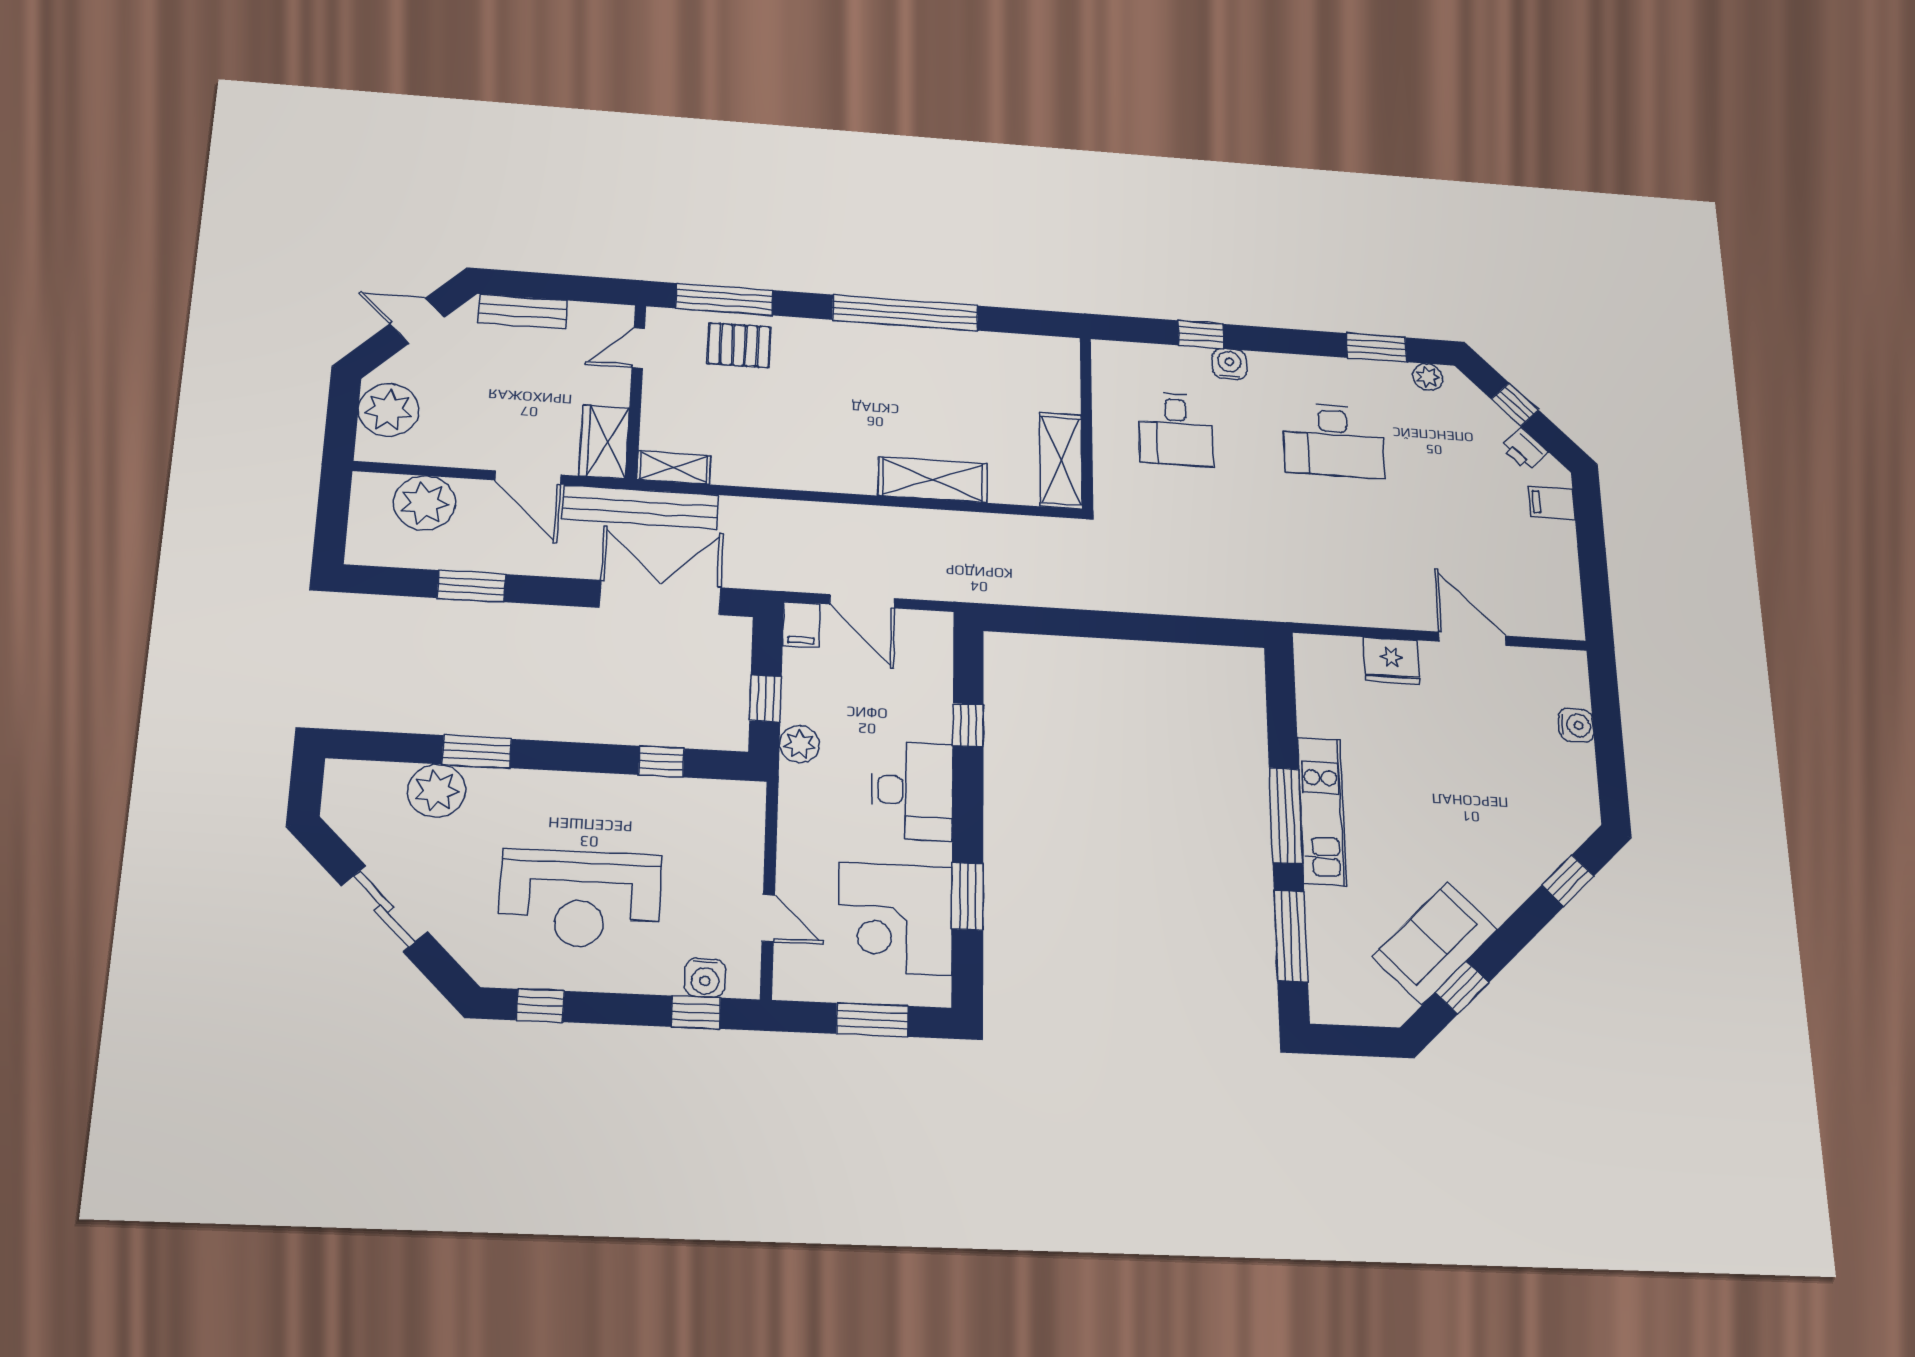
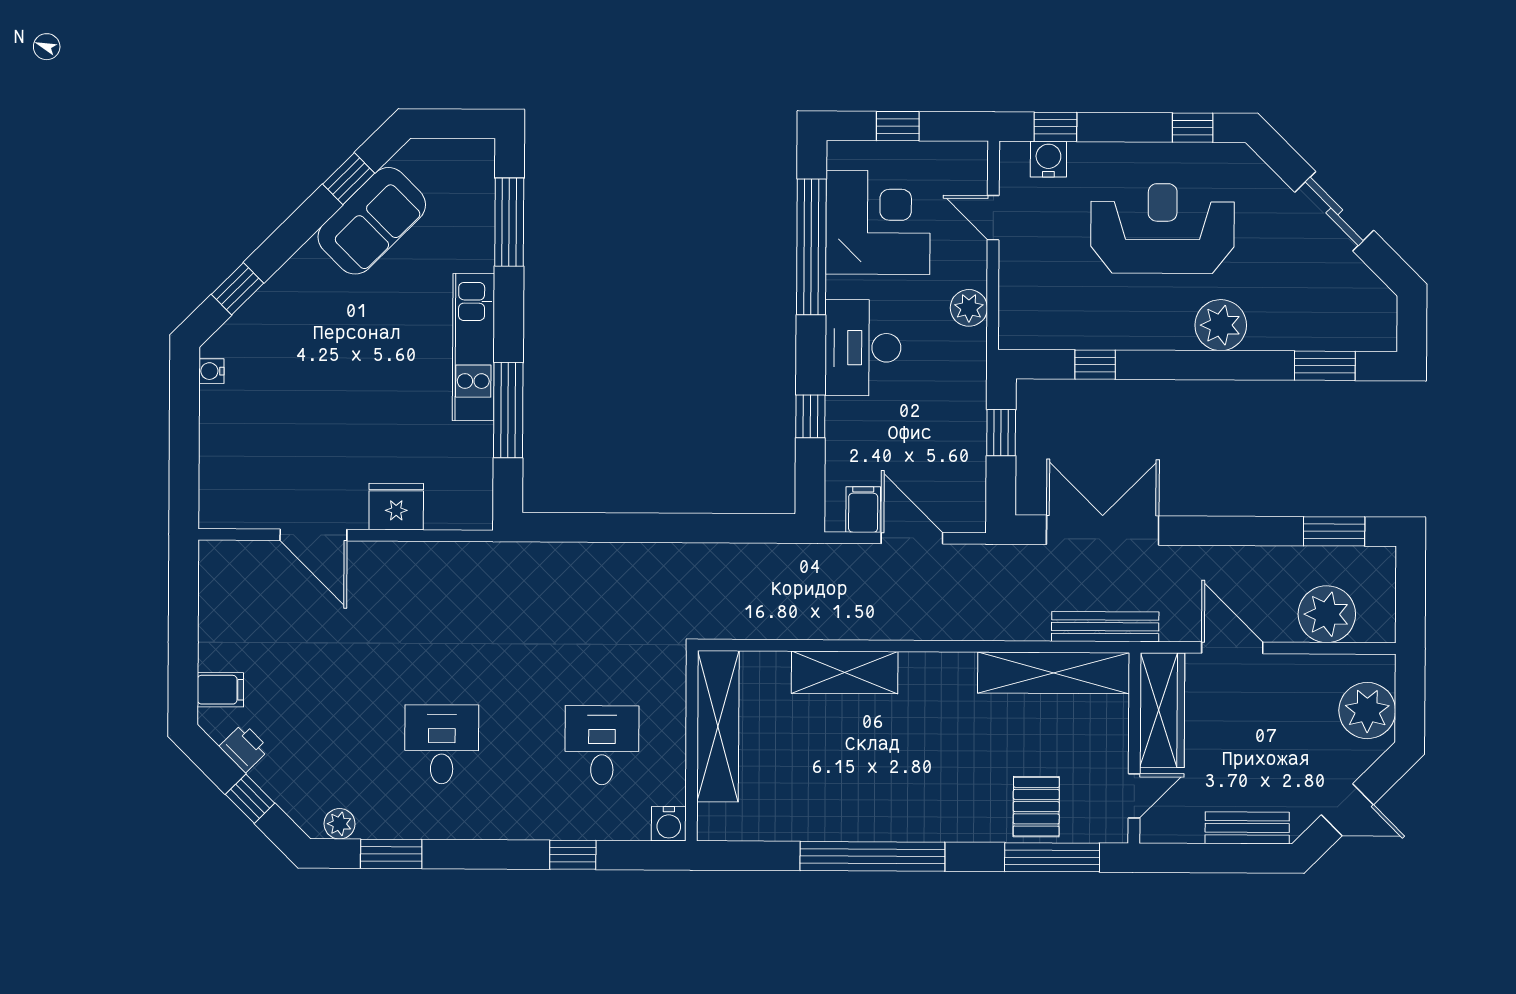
pallet: (739, 345) -> (1036, 807), turned 90
water cooler: (1229, 364) -> (669, 824), moved
desk: (1333, 440) -> (442, 744), width x0.73
wardrobe: (604, 442) -> (1162, 710), width x1.50
shelving: (1061, 460) -> (718, 726), width x1.47
shelving: (674, 468) -> (1054, 673), width x2.20, depth x1.33
bench: (641, 507) -> (1105, 627), width x0.73, depth x0.82
window: (471, 586) -> (1334, 531), moved
double door: (660, 598) -> (1103, 530), swing flipped
filing cabinet: (801, 625) -> (863, 510), moved
water cooler: (1576, 725) -> (211, 371), moved, width x0.72, depth x0.72
plant: (799, 744) -> (969, 308), moved
window: (477, 752) -> (1325, 366), moved
plant: (436, 791) -> (1221, 325), moved
window: (1286, 816) -> (508, 410), moved
window: (968, 896) -> (811, 247), width x2.11
window: (872, 1020) -> (898, 126), width x0.67

